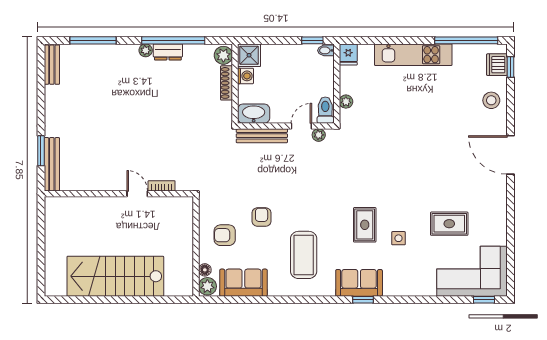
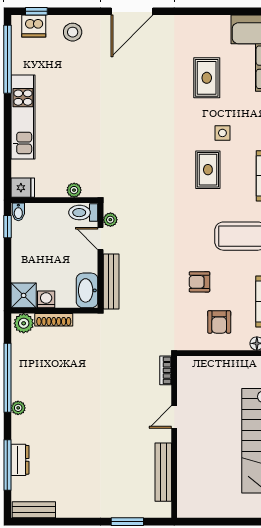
dresser: (168, 52) -> (20, 460), moved
bench: (52, 164) -> (163, 472), moved, turned 90
bookcase: (162, 186) -> (166, 370), moved
rug: (365, 225) -> (208, 170), turned 90

